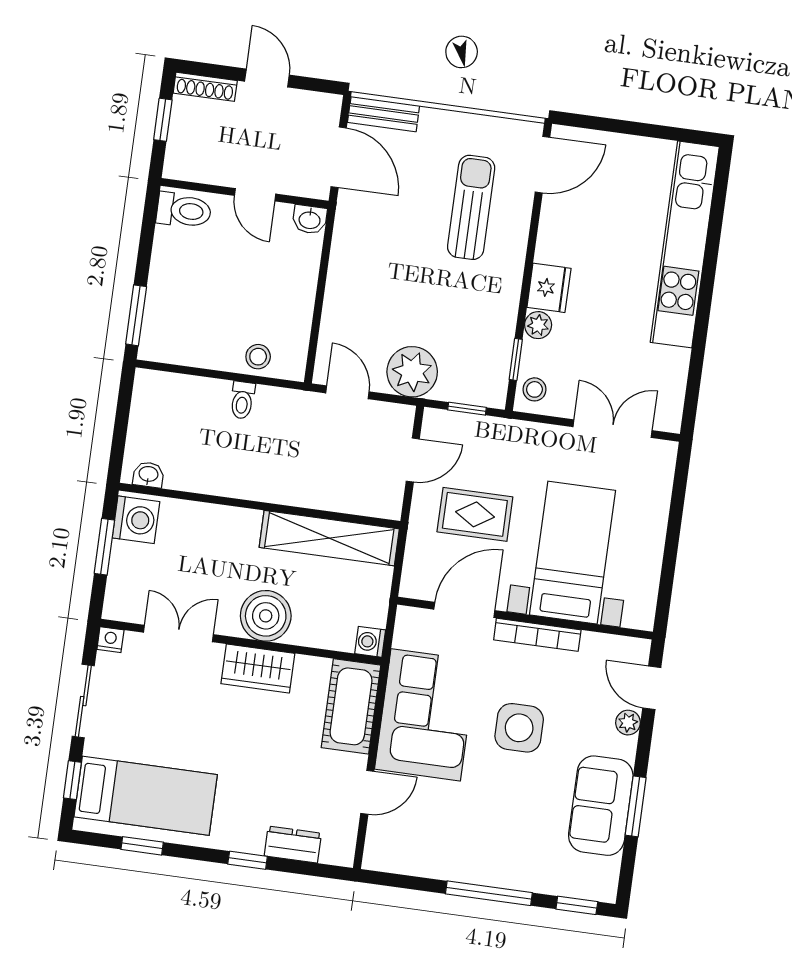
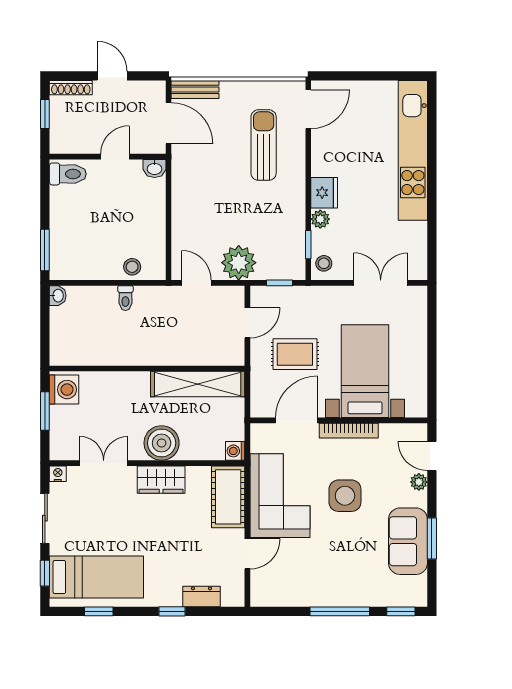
door: (255, 195) -> (115, 157), swing flipped
washbasin: (148, 475) -> (58, 296), moved, turned 90

